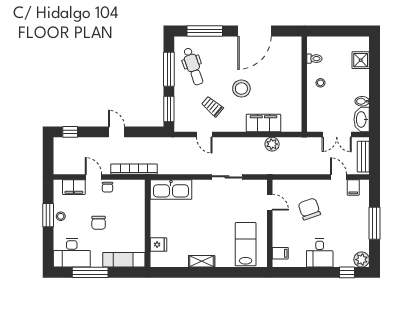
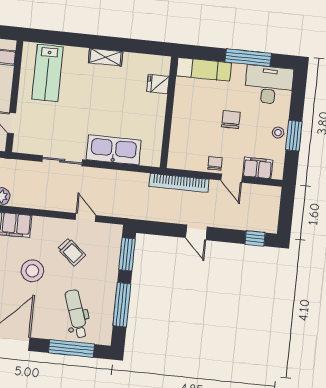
dental chair: (193, 66) -> (76, 314), moved
kitchen sink: (171, 190) -> (114, 150), moved

